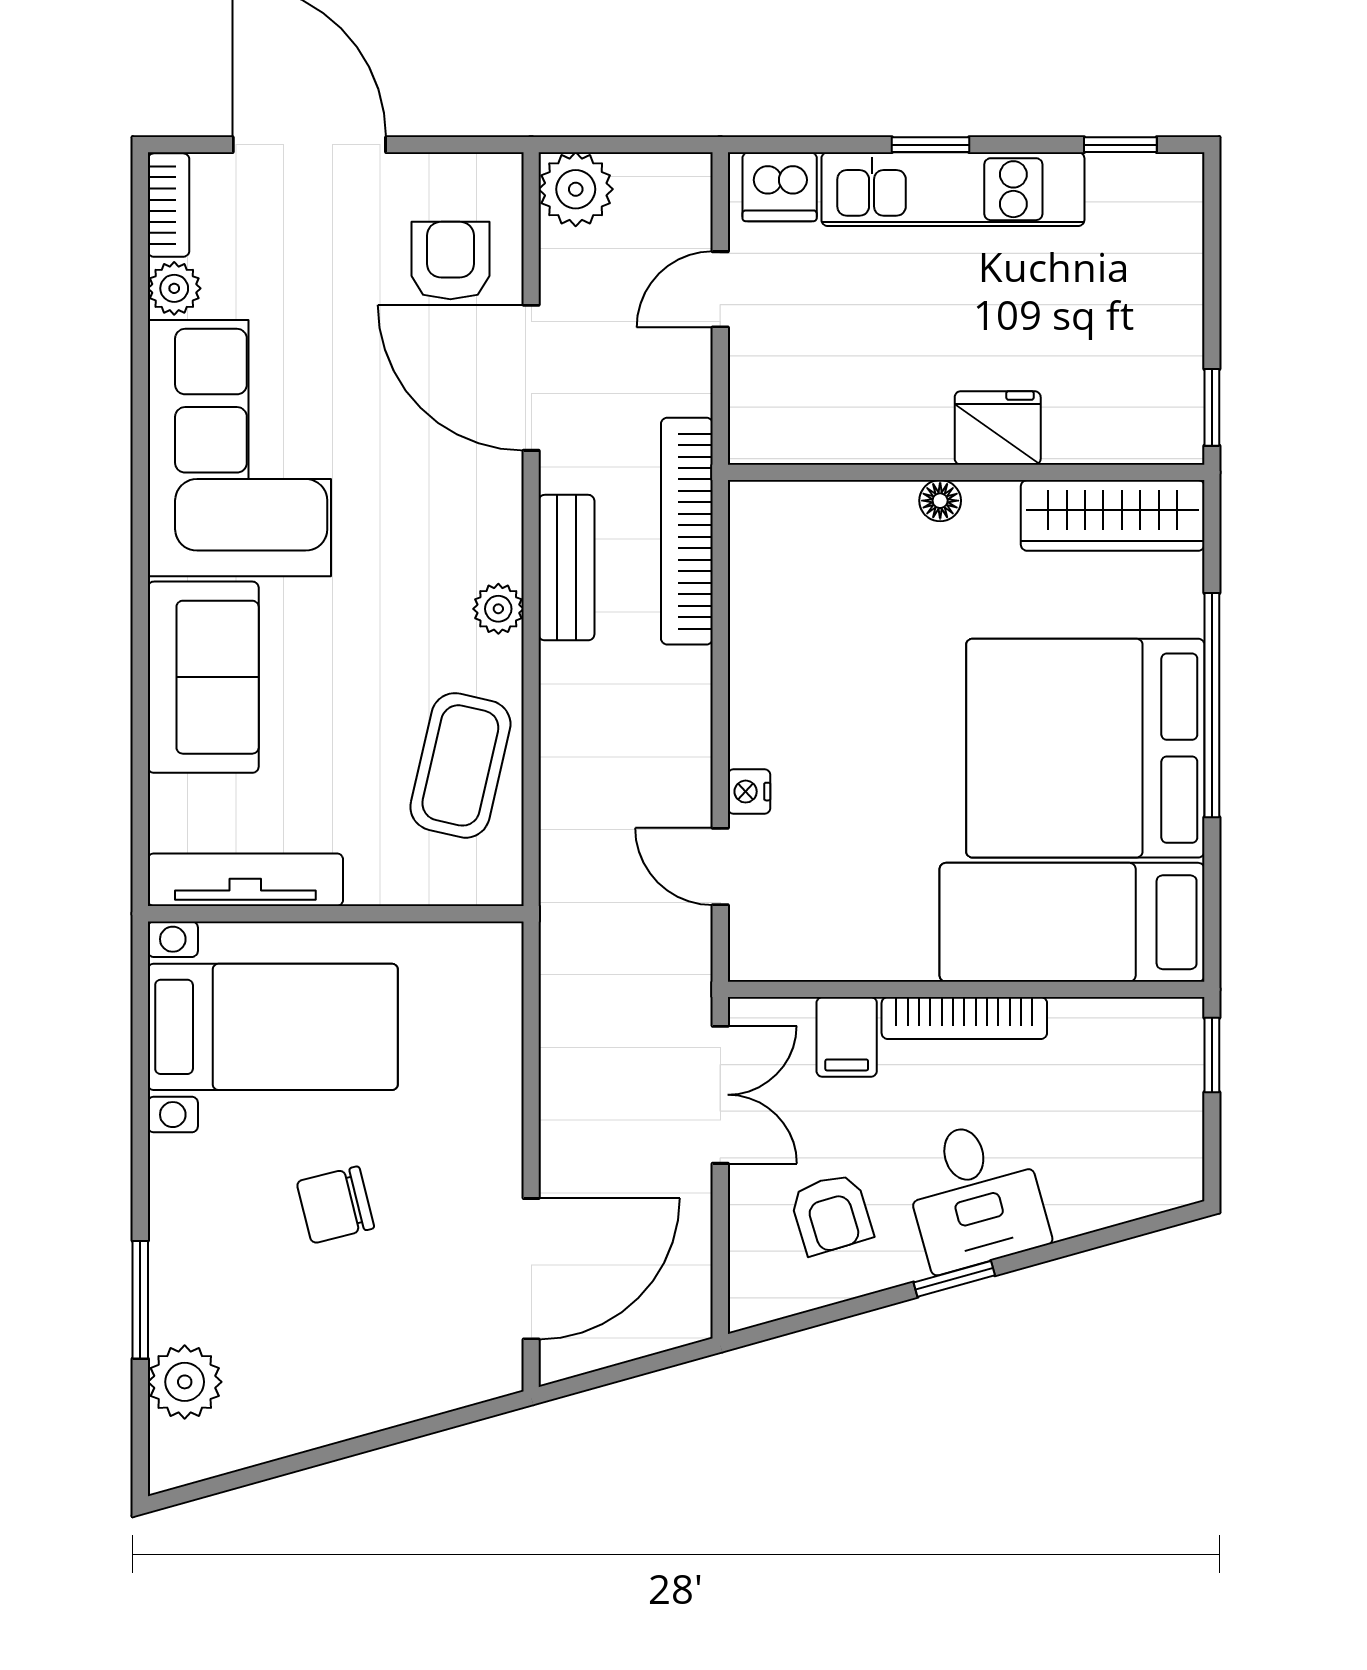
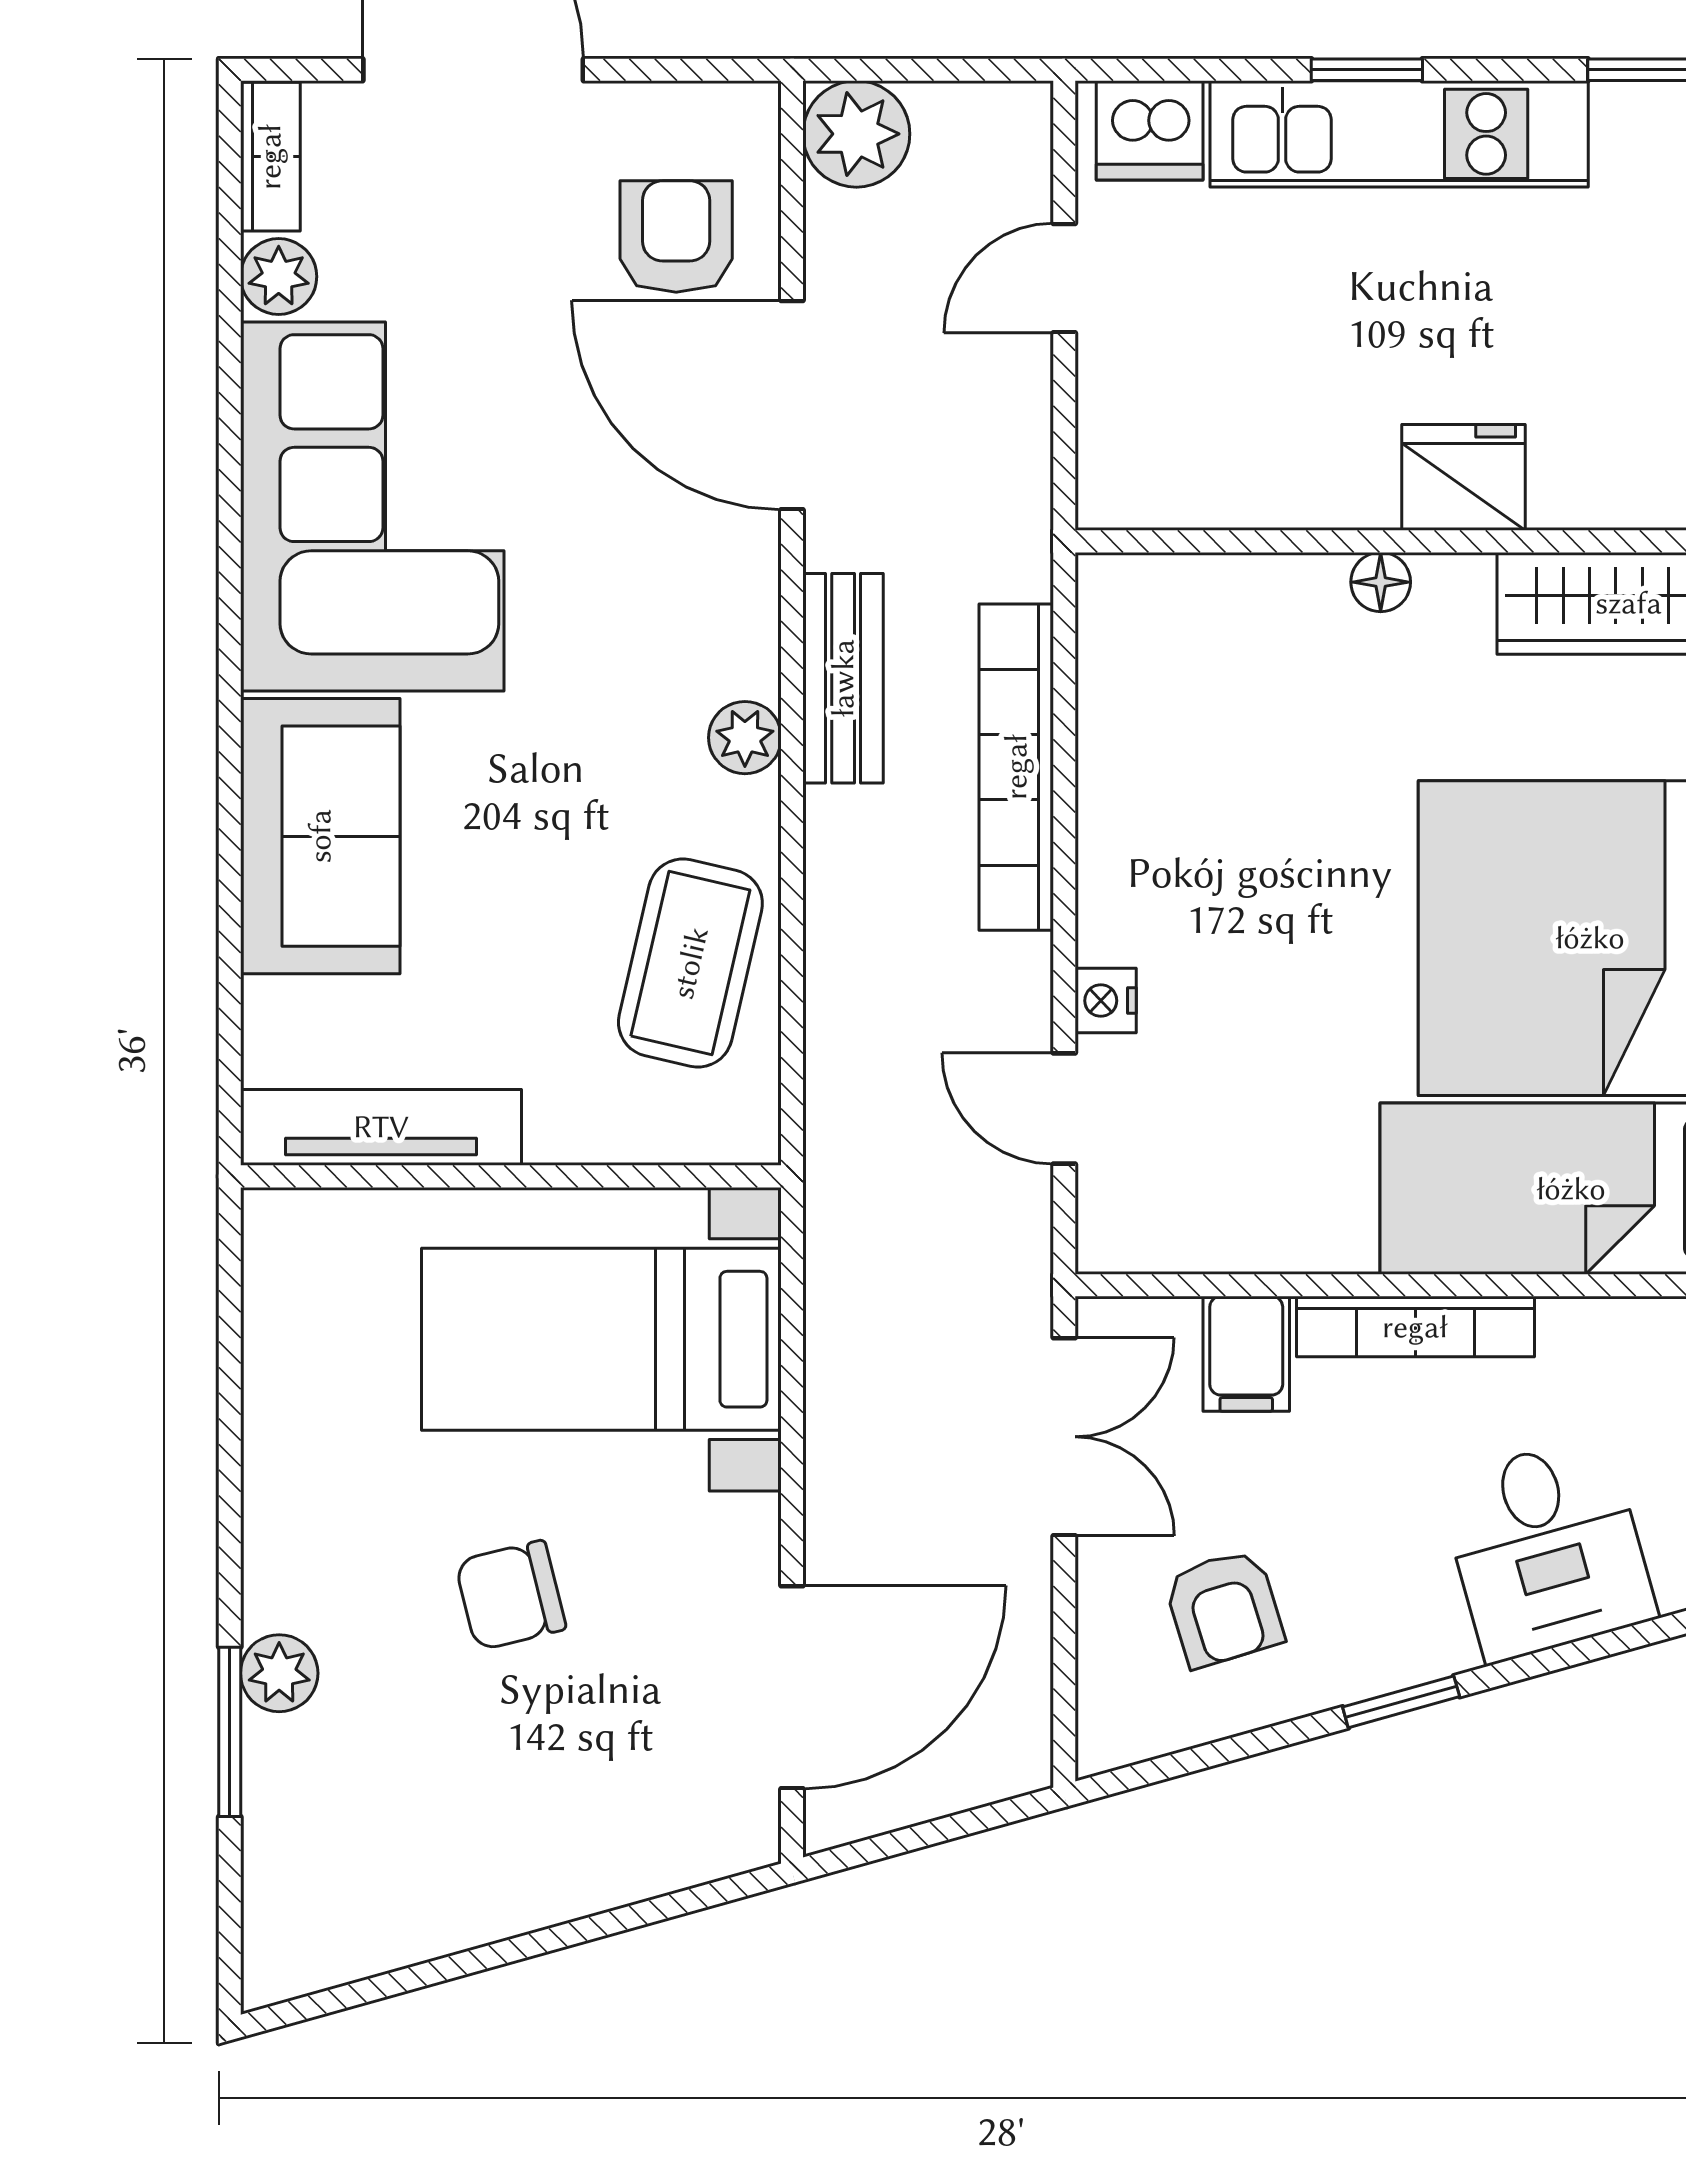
bookcase: (687, 531) -> (1016, 767), moved
bed with nightstands: (273, 1027) -> (601, 1339), moved, turned 180
desk: (975, 1195) -> (1547, 1549), moved
plant: (185, 1382) -> (279, 1673), moved, width x0.73, depth x0.73

